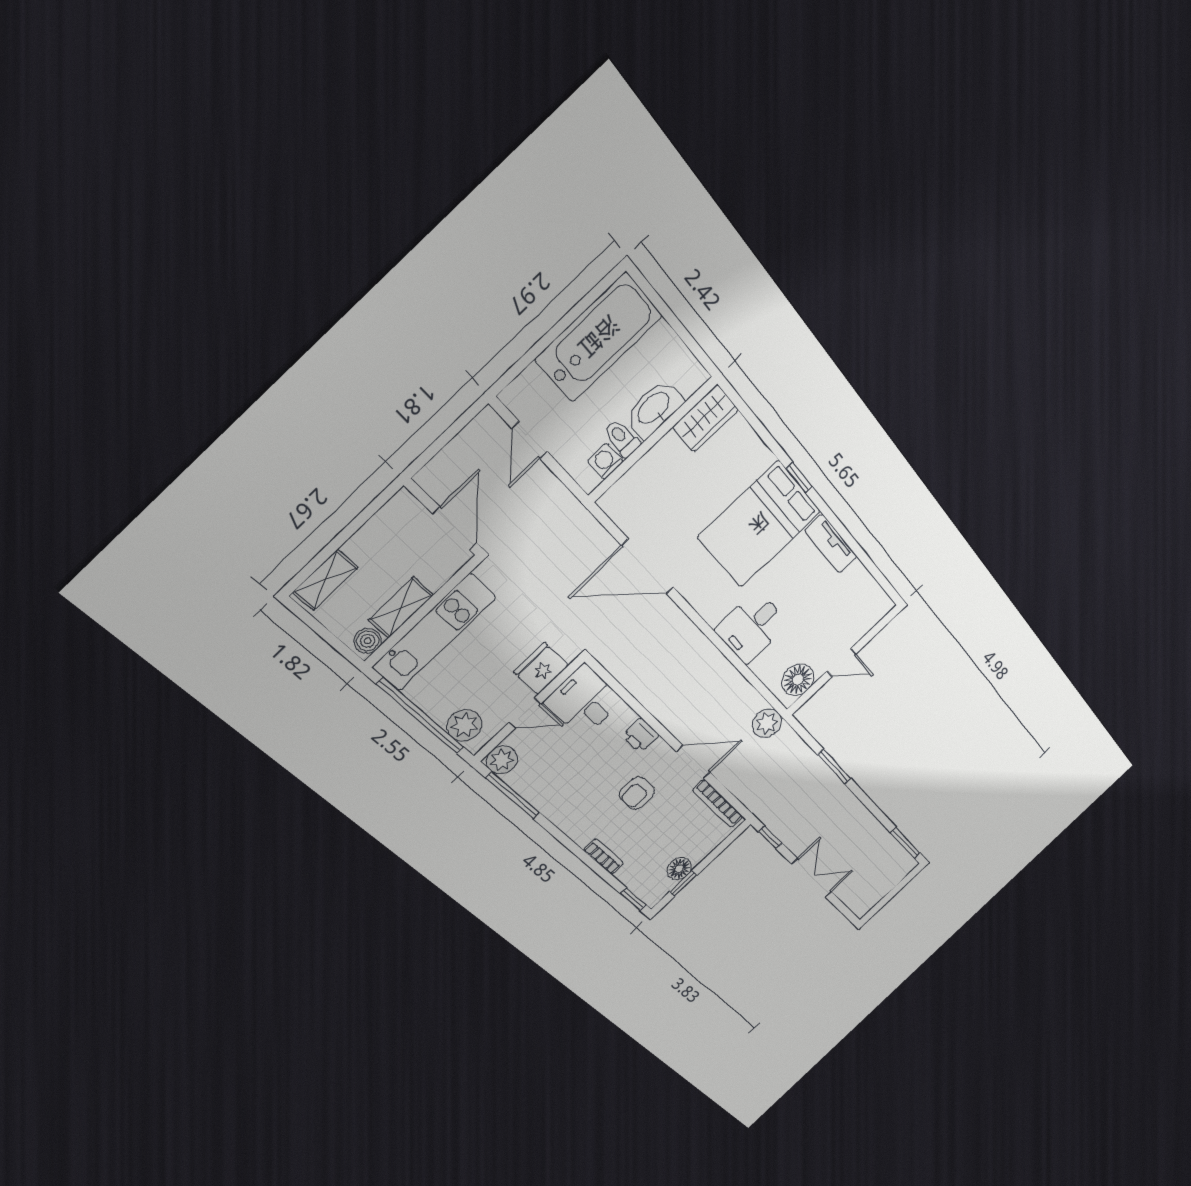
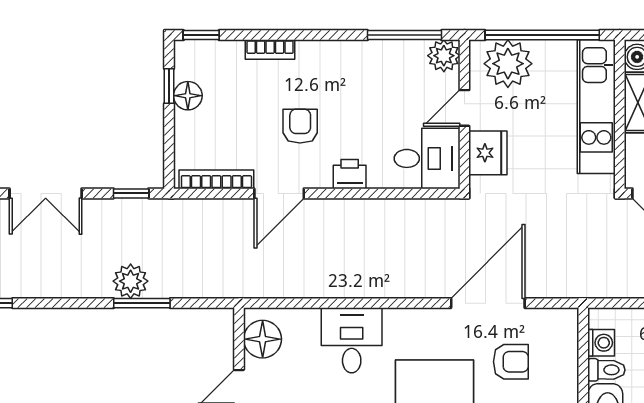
armchair: (676, 511) -> (511, 362), added
plant: (767, 723) -> (131, 281), moved
plant: (464, 725) -> (508, 64), width x1.36, depth x1.36

